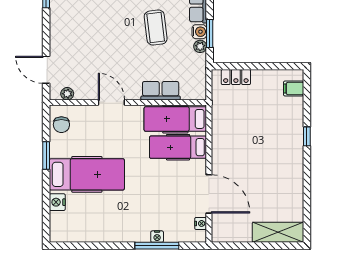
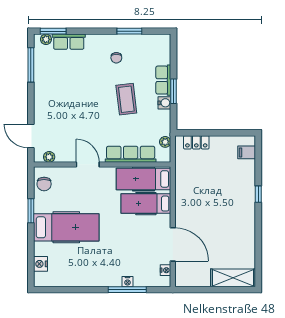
window: (210, 33) -> (173, 91), moved
plant: (200, 46) -> (165, 142), moved
row of seats: (161, 91) -> (131, 154), width x1.48
nightstand: (57, 202) -> (41, 264), moved

